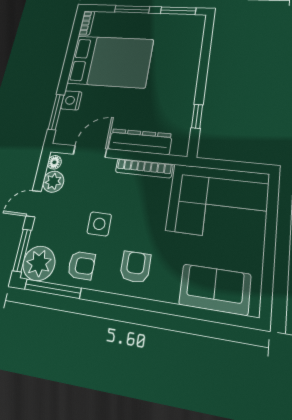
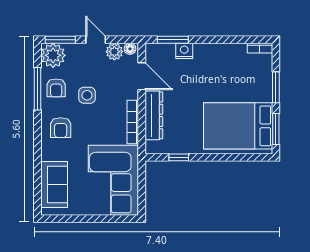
bed: (110, 61) -> (238, 126), moved, turned 90
armchair: (135, 267) -> (61, 128), turned 90
window: (53, 289) -> (37, 89), moved

